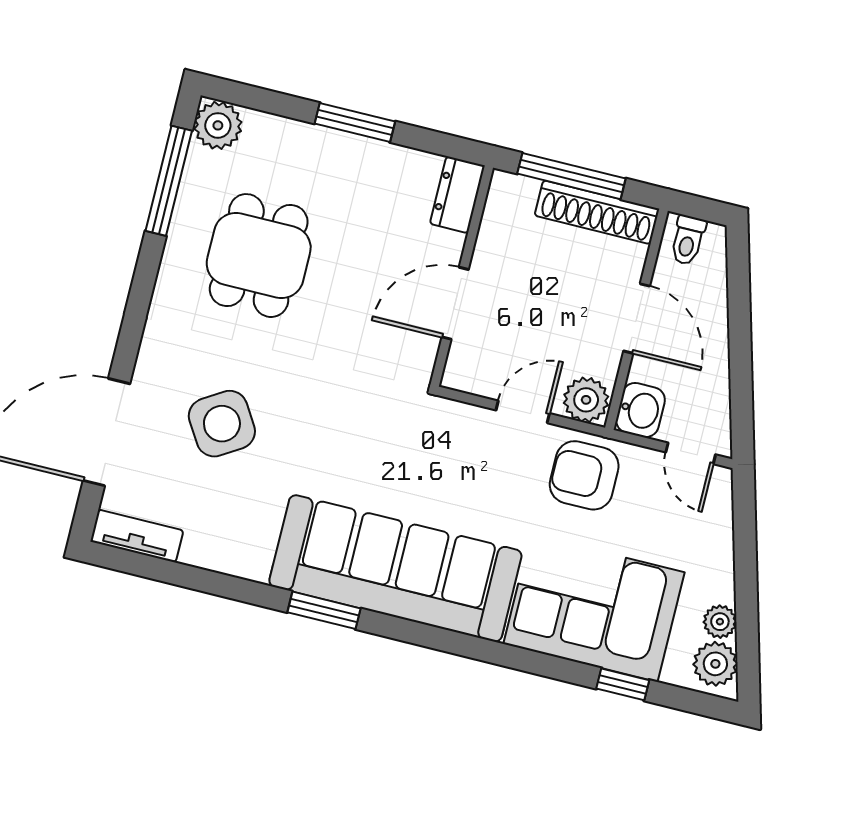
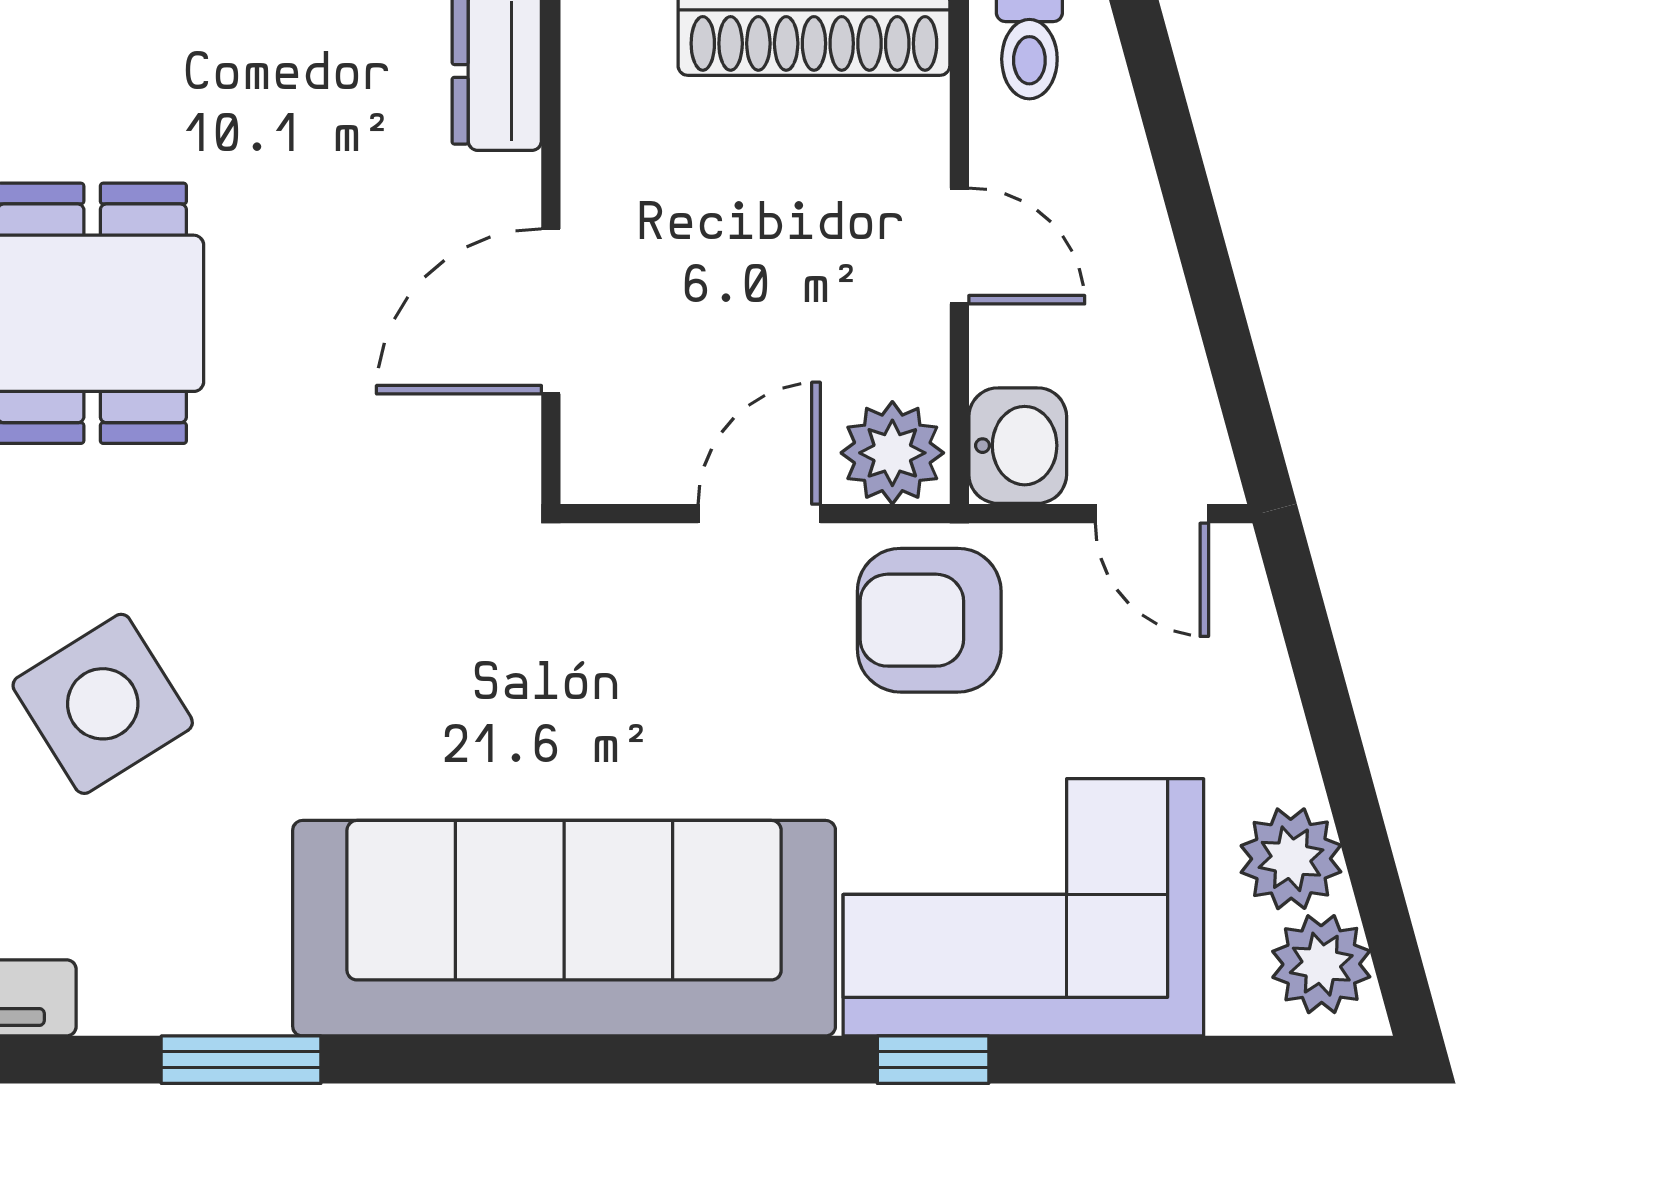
door: (637, 318) -> (959, 246), width x0.73
window: (324, 610) -> (241, 1060), moved
plant: (720, 622) -> (1291, 859), width x1.38, depth x1.38
window: (623, 684) -> (933, 1060), moved

